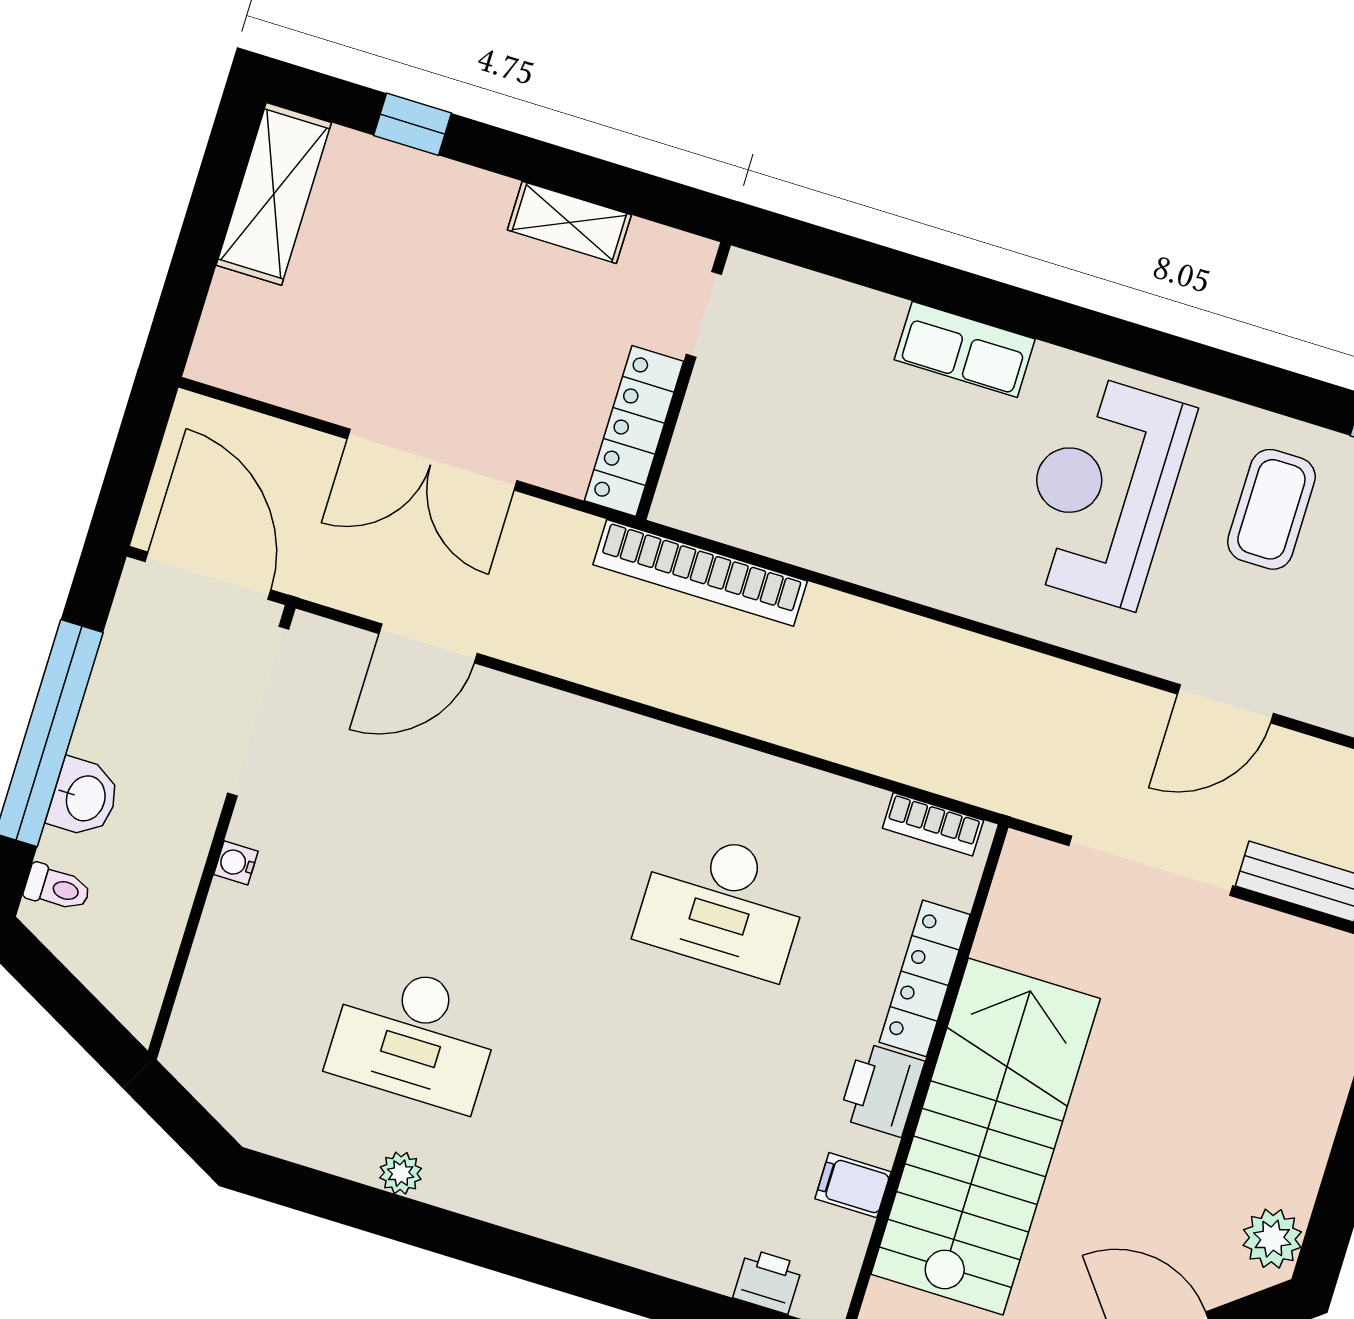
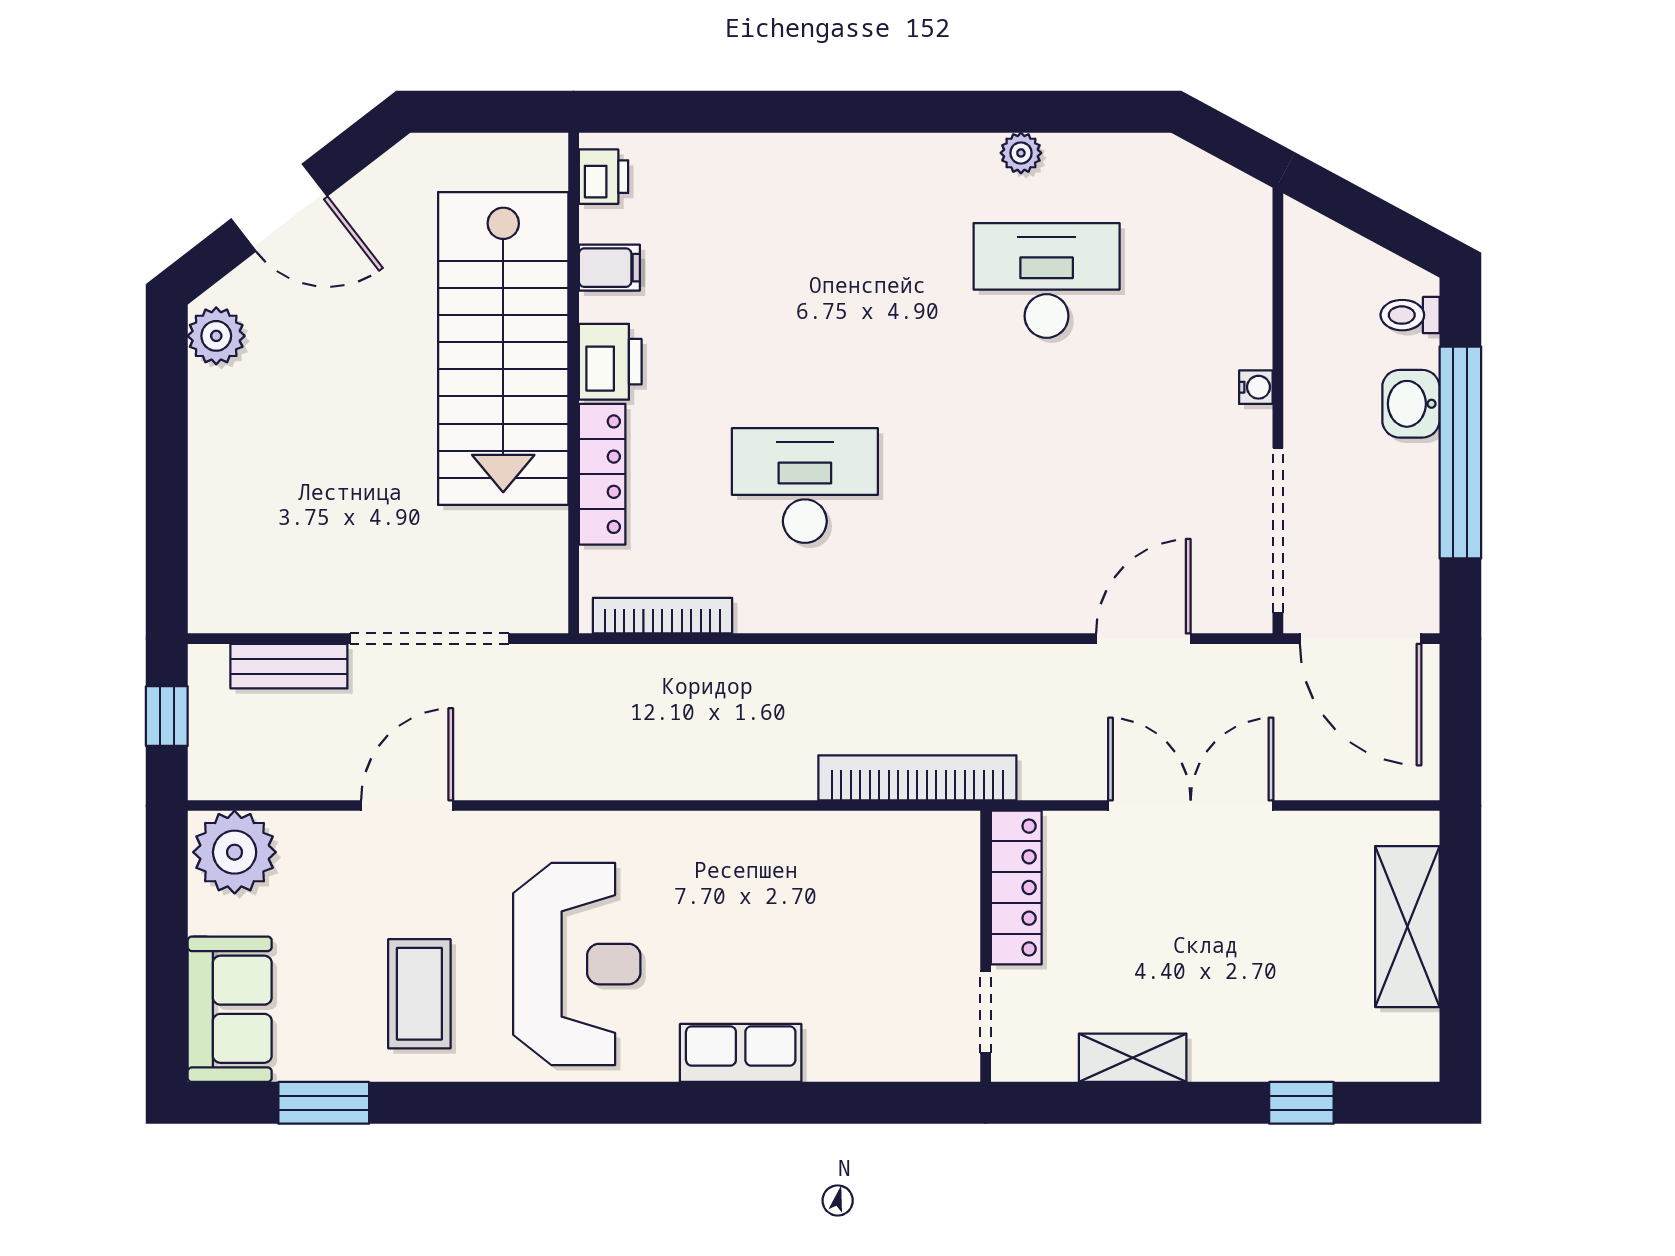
shelving: (274, 194) -> (1407, 927), moved
bookcase: (933, 824) -> (662, 616), width x1.56
printer: (768, 1281) -> (604, 177), moved, turned -90

